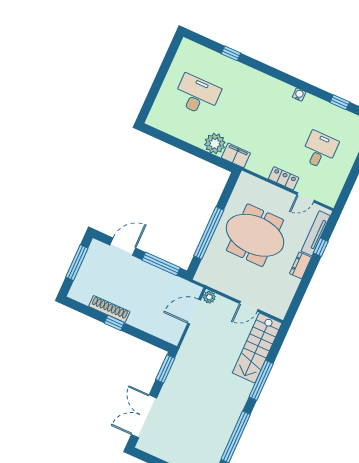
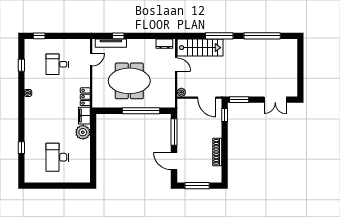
locker: (284, 178) -> (85, 97), moved
door: (306, 197) -> (91, 60), hinge flipped
meeting table: (255, 235) -> (129, 81), turned 90
dresser: (300, 265) -> (164, 44), moved
door: (194, 312) -> (207, 98), moved
window: (114, 323) -> (225, 115), moved
double door: (144, 416) -> (275, 100), width x0.73

